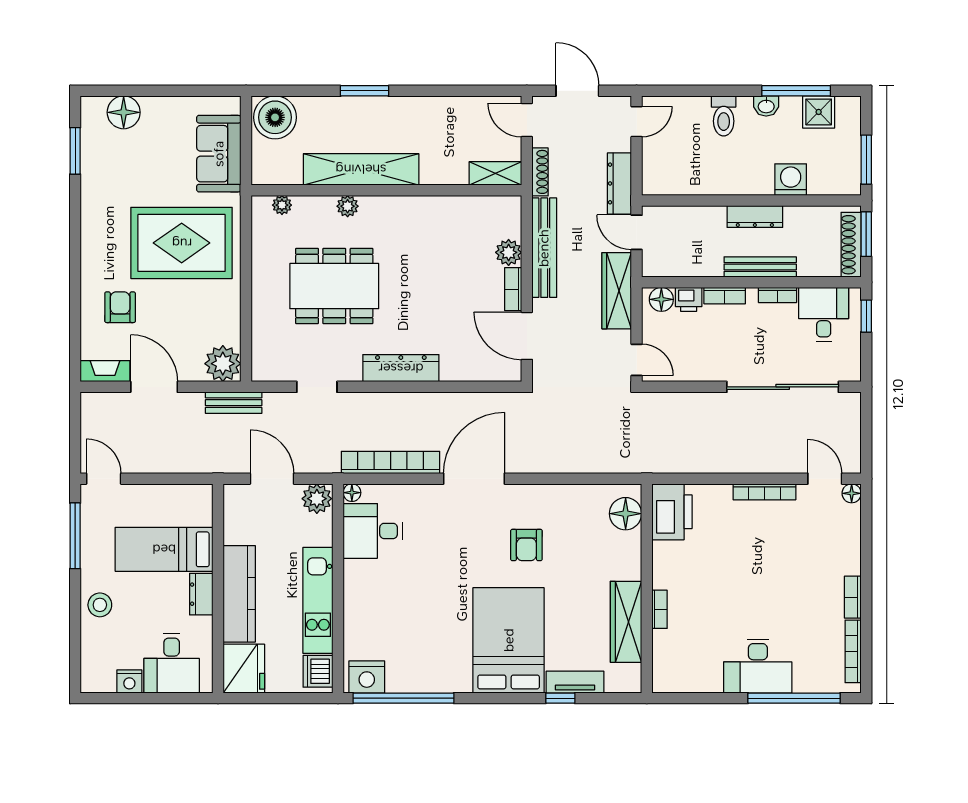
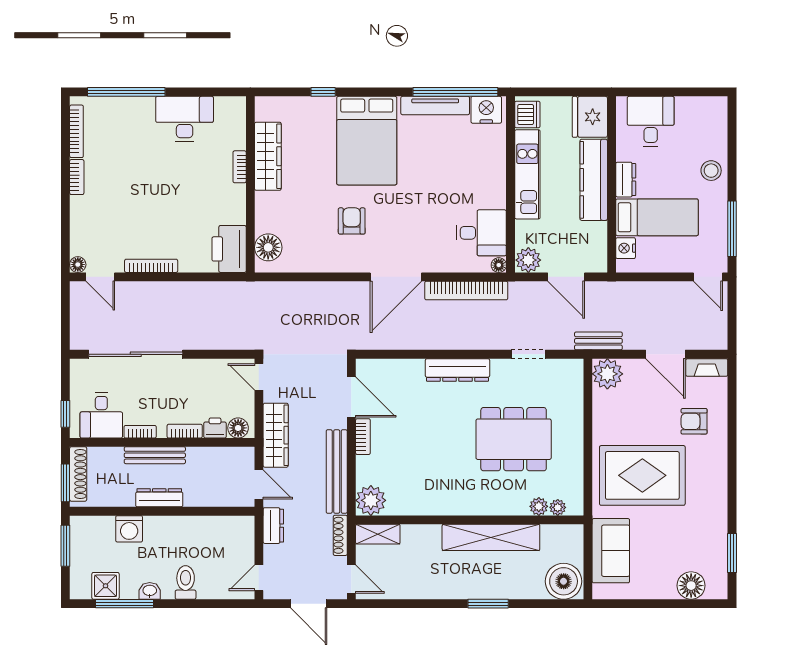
dresser: (619, 183) -> (273, 526), width x0.70
plant: (348, 206) -> (539, 506), moved
plant: (509, 252) -> (371, 500), moved, width x1.36, depth x1.36
armchair: (120, 307) -> (694, 421), turned 90
desk: (758, 666) -> (185, 119), moved
nightstand: (129, 681) -> (626, 248), moved, turned -90
tv unit: (575, 682) -> (435, 106), moved, width x1.41

